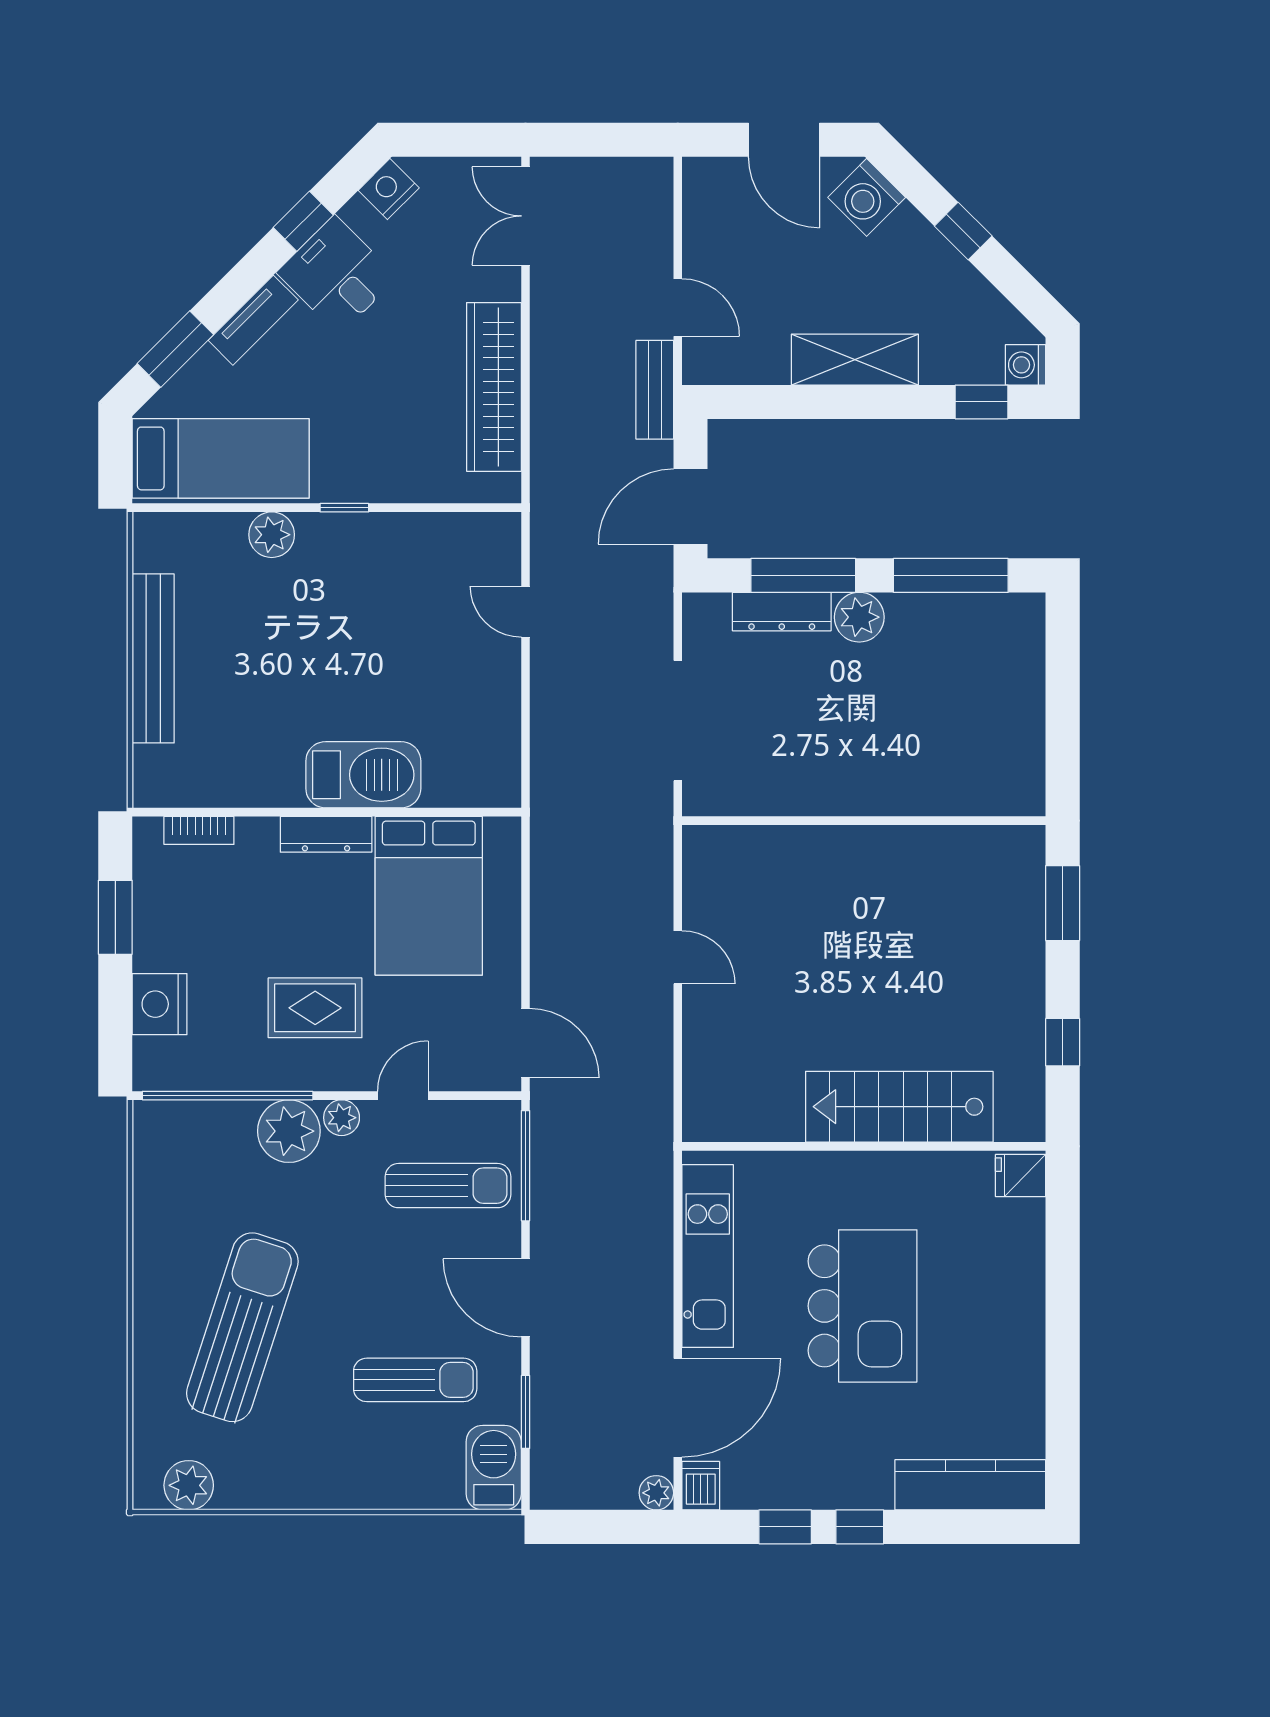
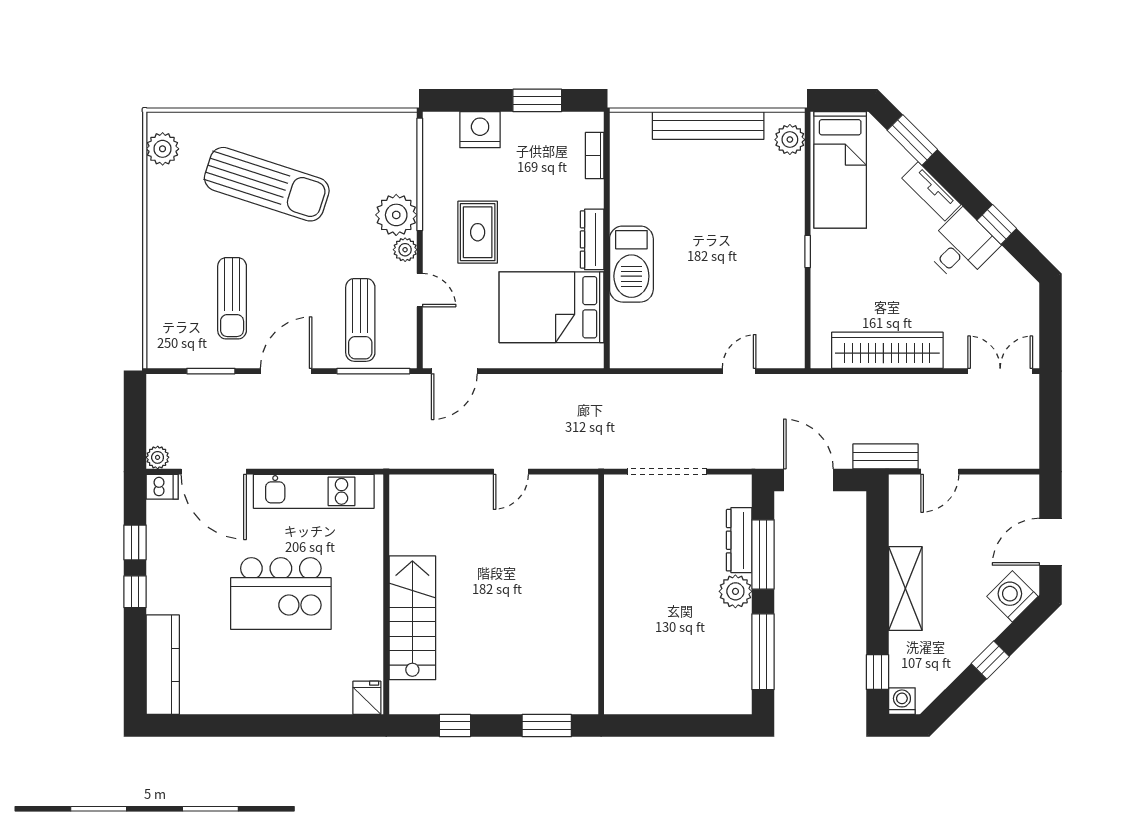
nightstand: (389, 189) -> (1018, 281), removed
plant: (272, 535) -> (790, 140), moved
barbecue: (494, 1468) -> (174, 350), removed

